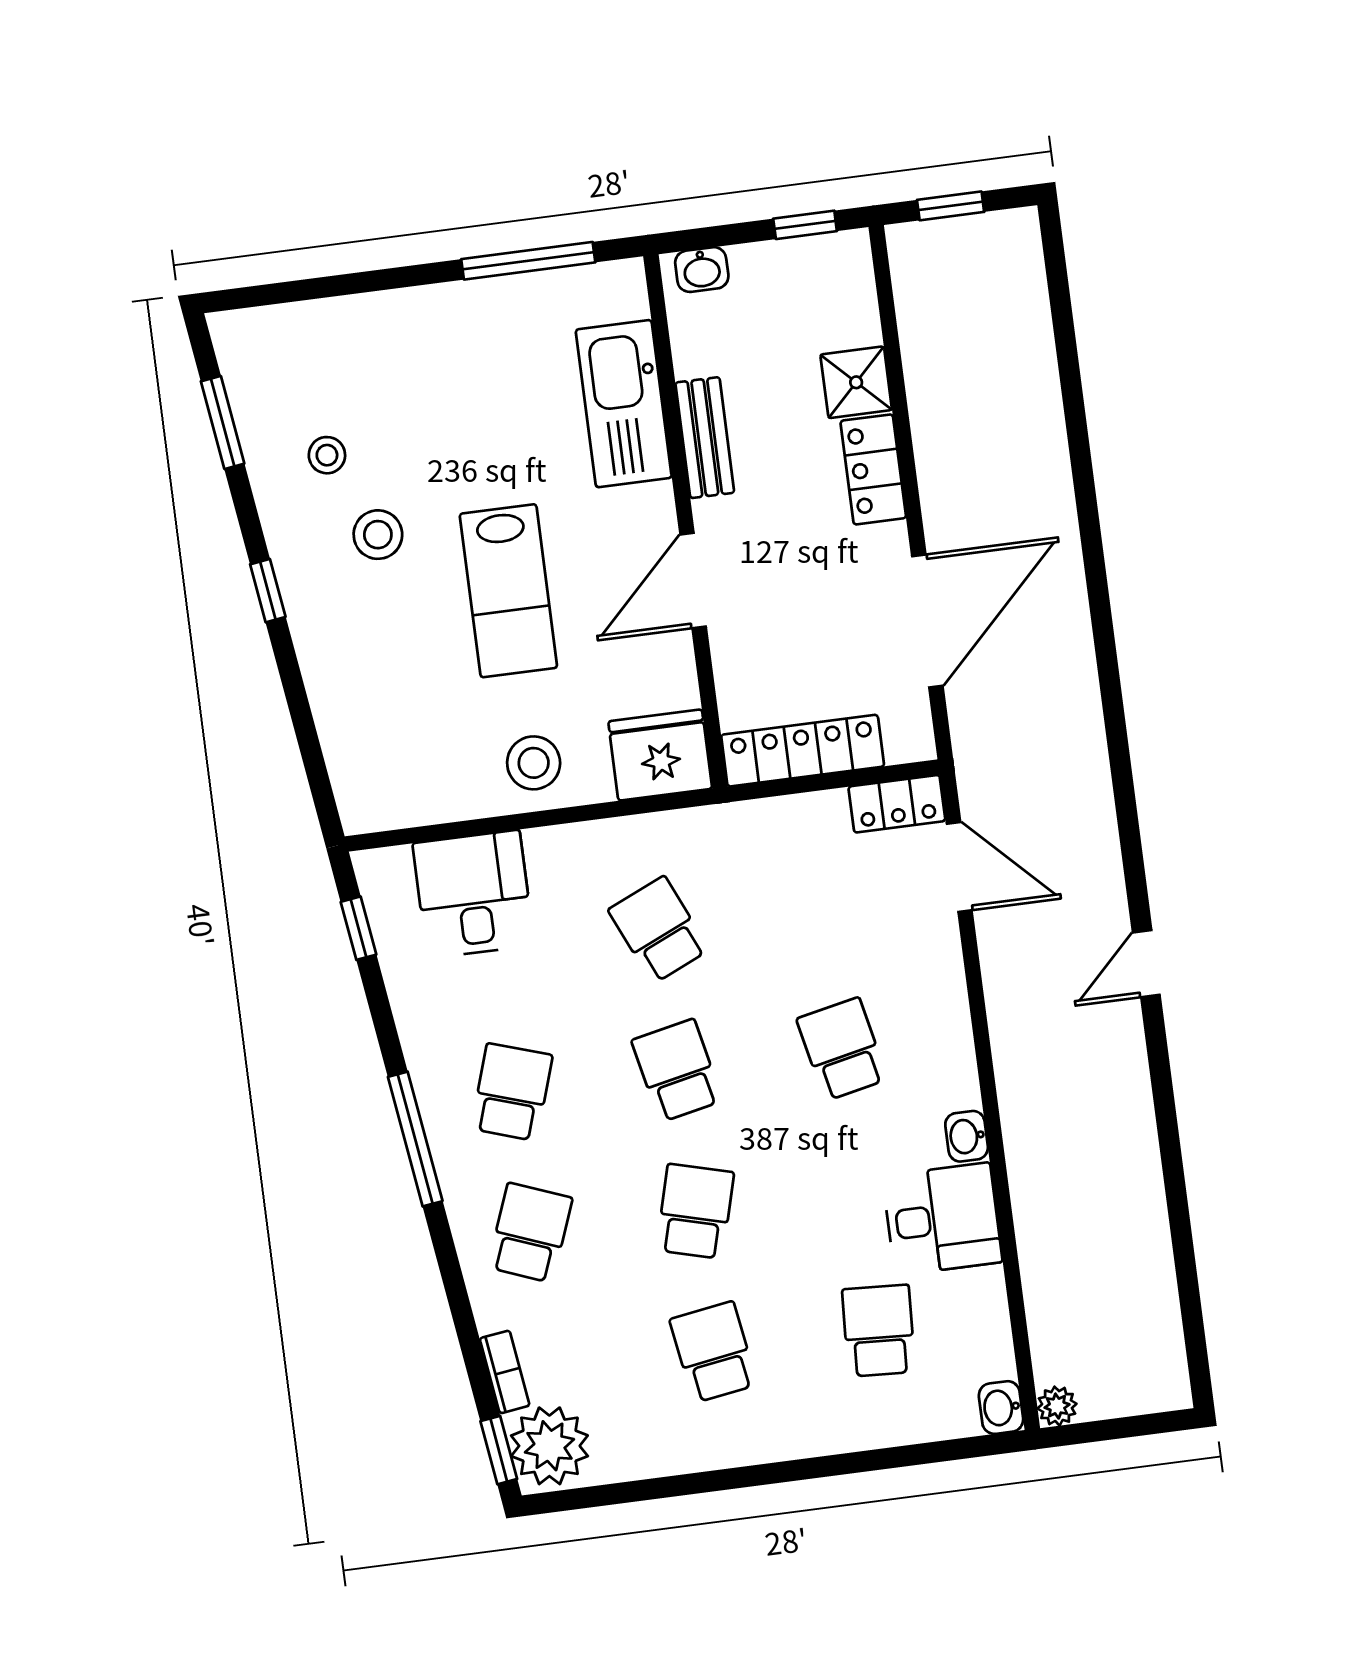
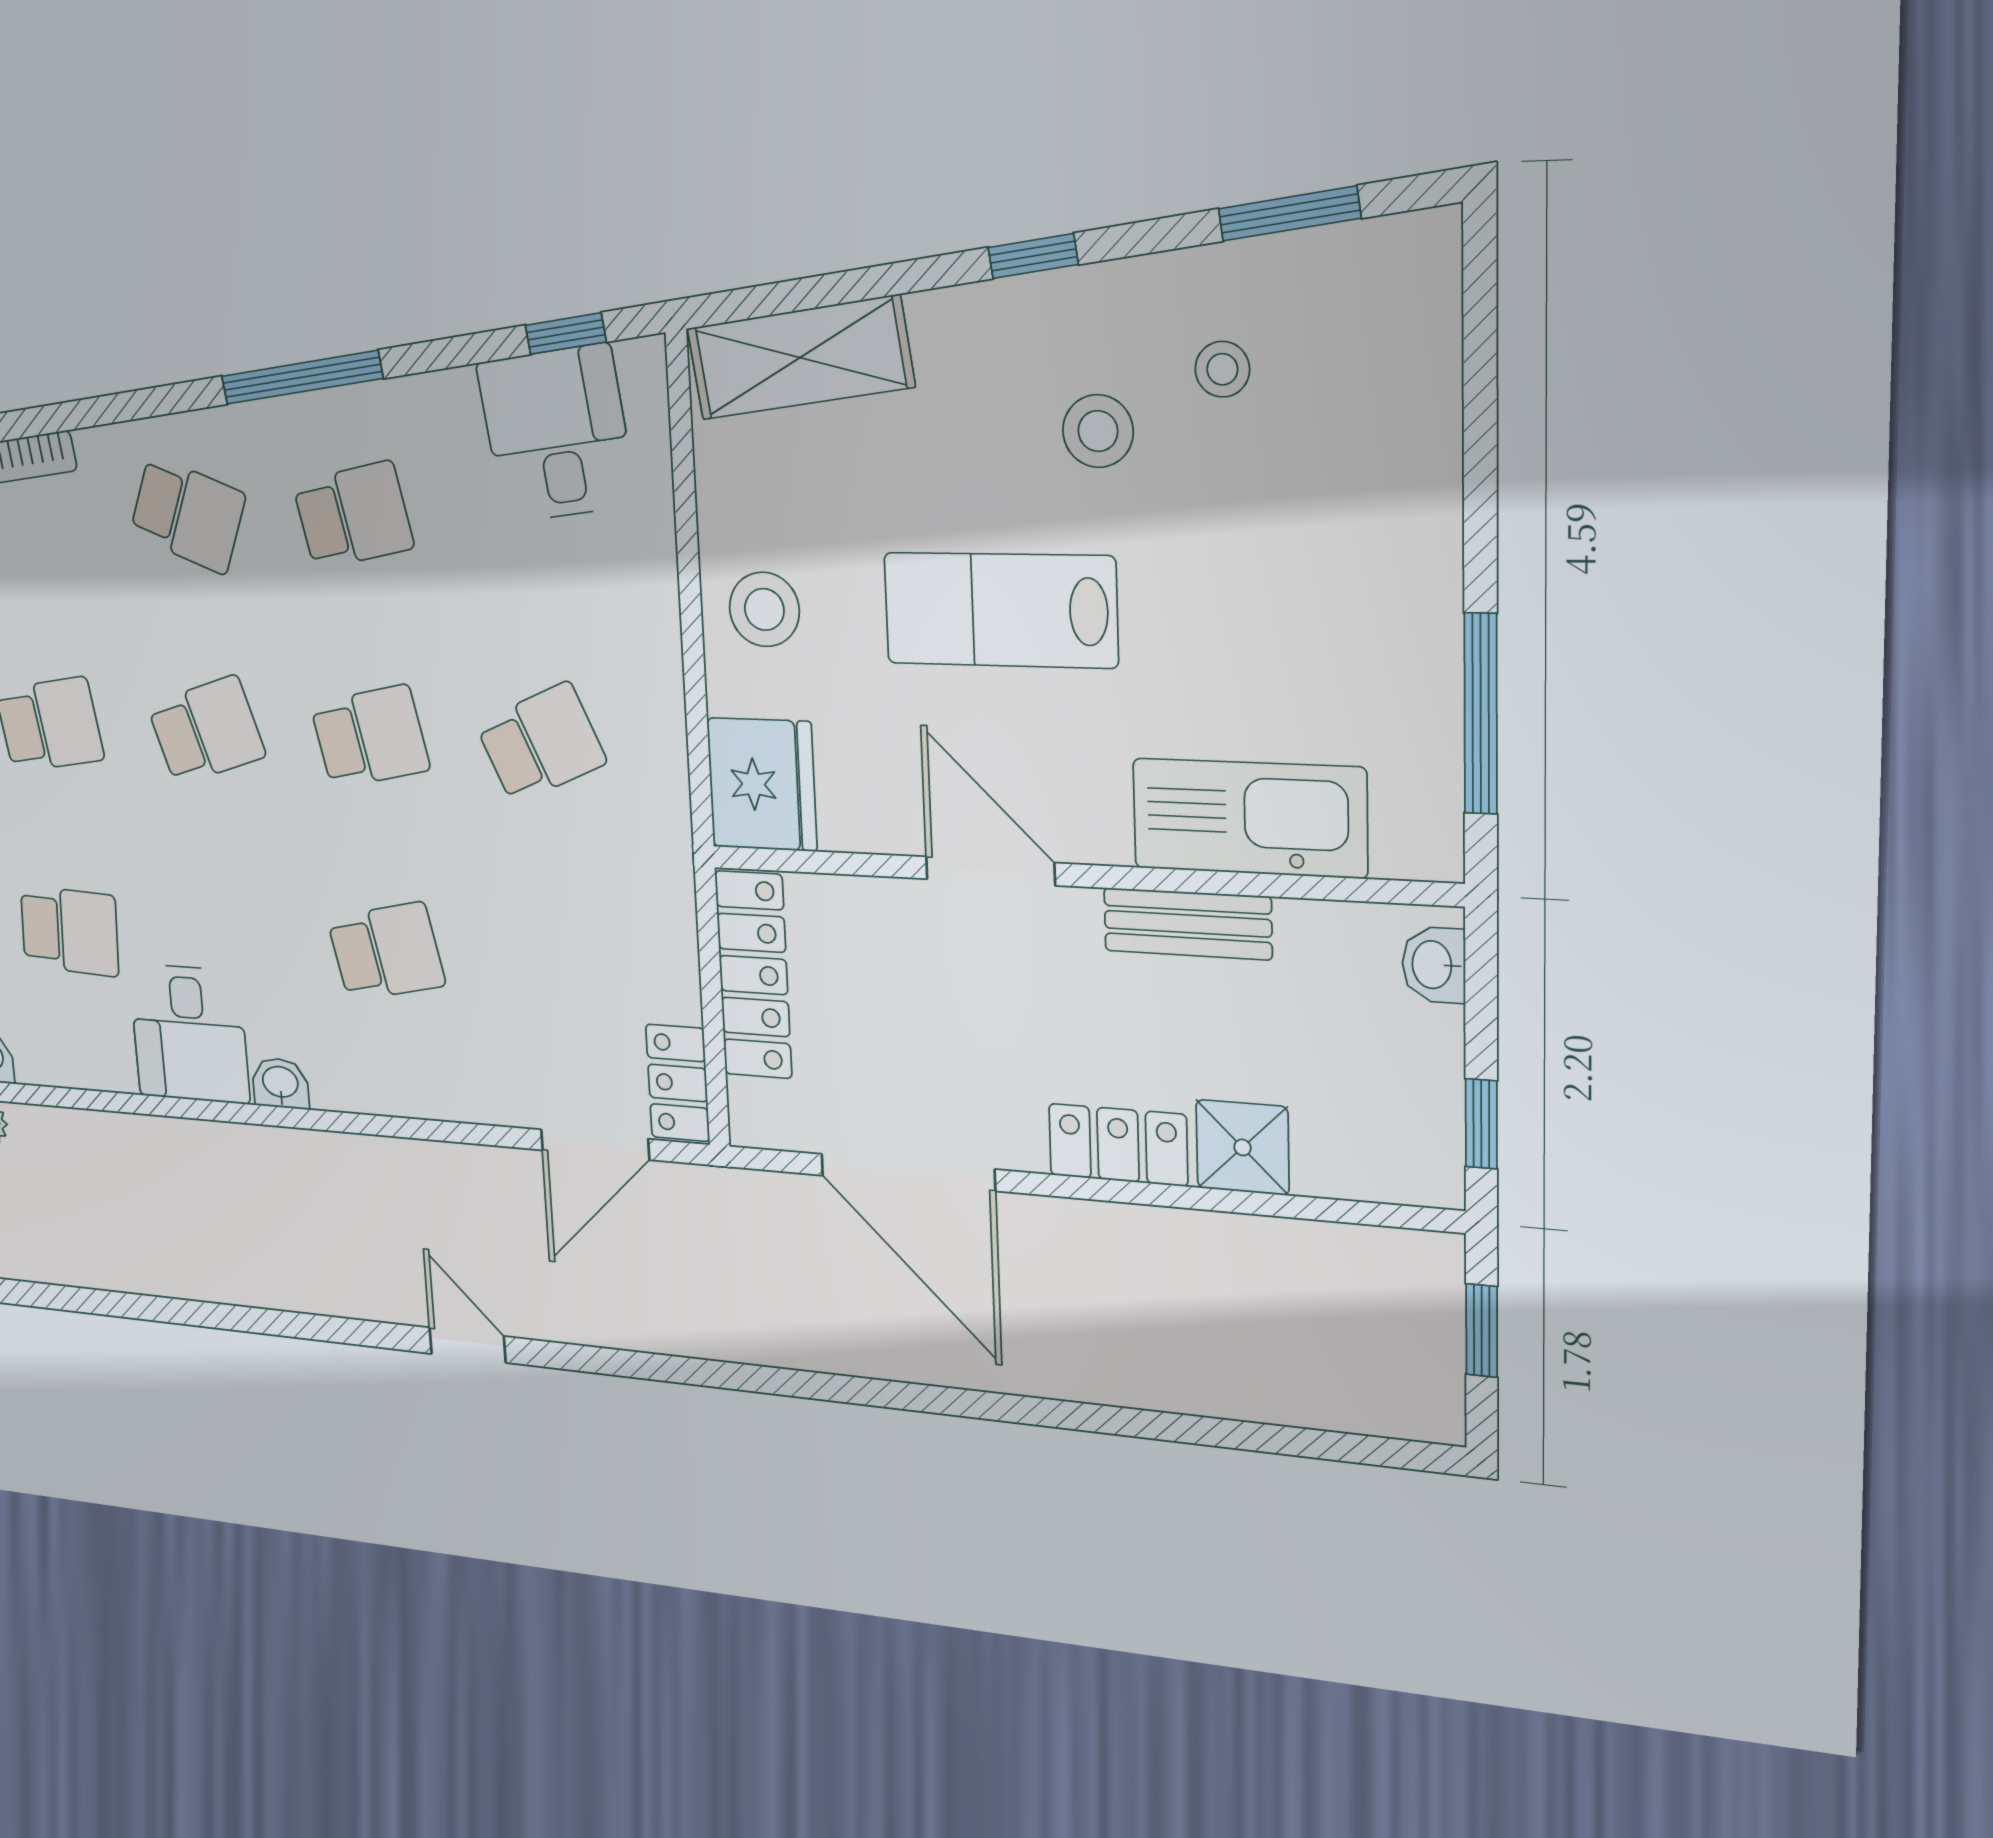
shelving: (354, 750) -> (800, 358), added
desk: (473, 894) -> (557, 434), moved, turned -98
school desk: (512, 1092) -> (353, 516), turned -30
school desk: (695, 1211) -> (206, 731), turned -33

